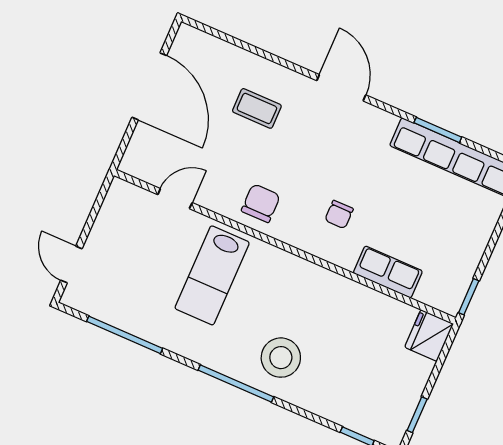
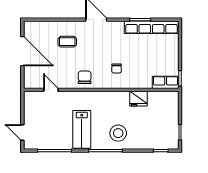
door: (175, 199) -> (51, 90), hinge flipped
row of seats: (388, 272) -> (166, 82), moved
lab bench: (212, 275) -> (82, 129), moved
fridge: (429, 335) -> (139, 99), moved, turned -90

